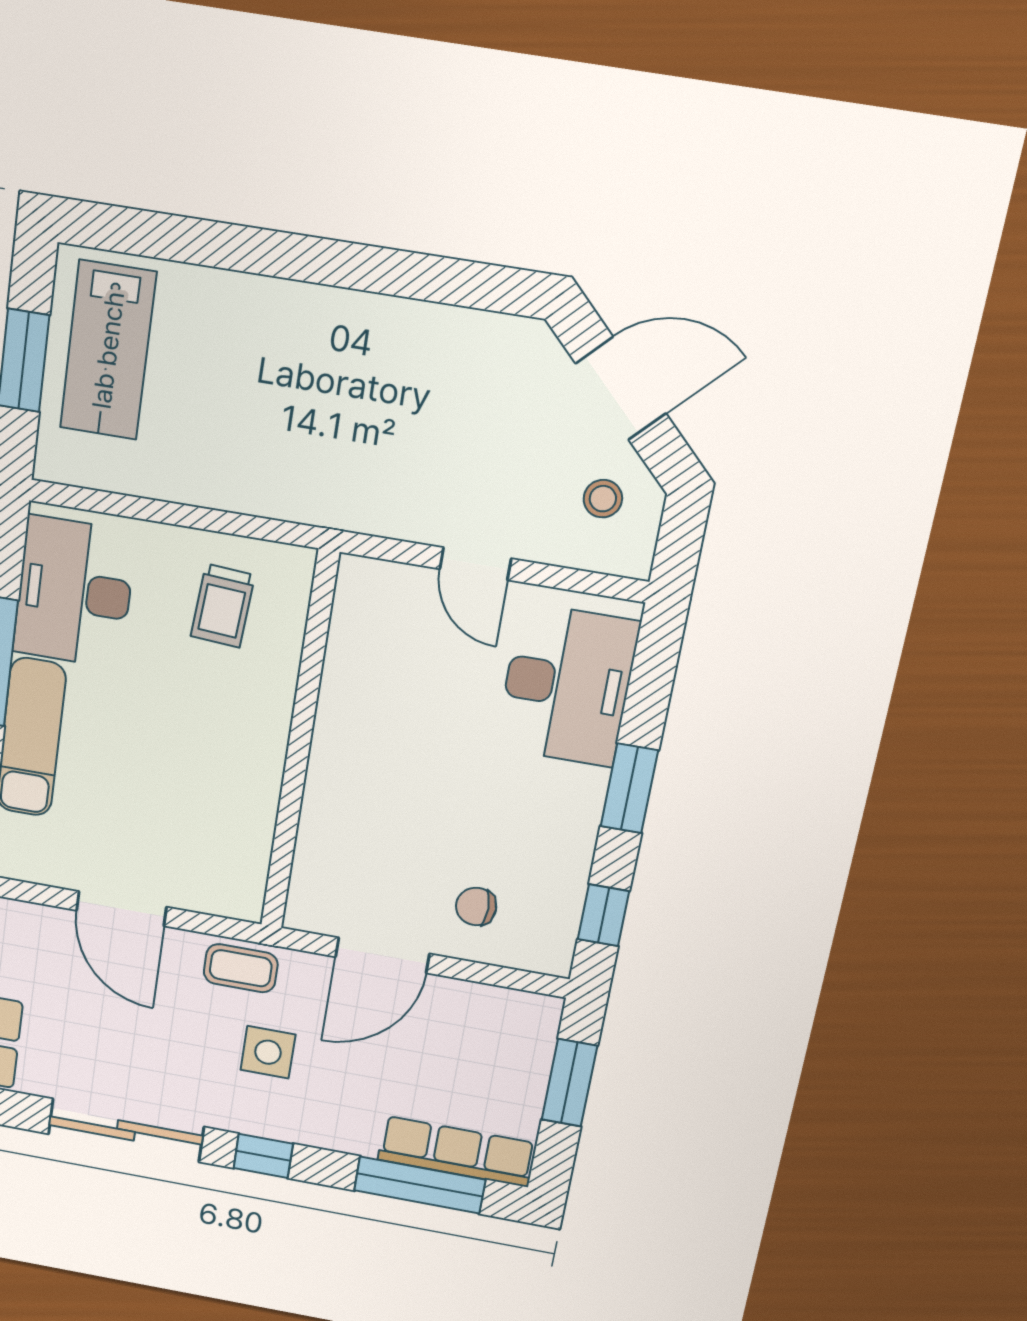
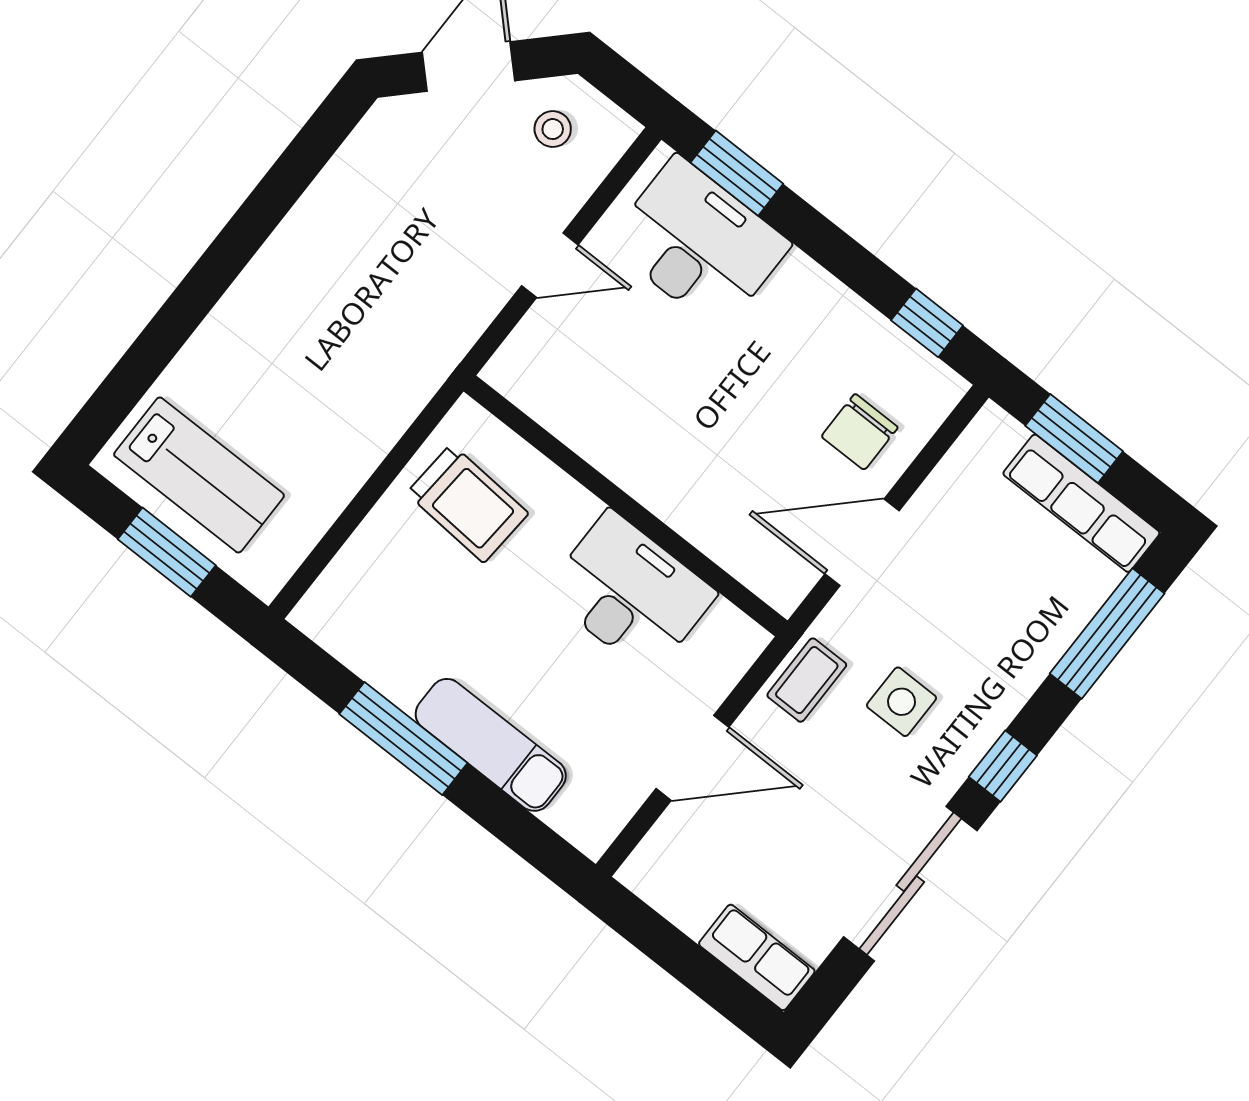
desk: (74, 592) -> (630, 593), moved, turned 180
trolley: (223, 606) -> (468, 503), width x1.36, depth x1.39
window: (629, 788) -> (737, 173), moved
chair: (476, 907) -> (860, 432), width x1.37, depth x1.37
door: (382, 955) -> (862, 542), swing flipped
row of seats: (457, 1151) -> (1081, 503), moved, turned -90

